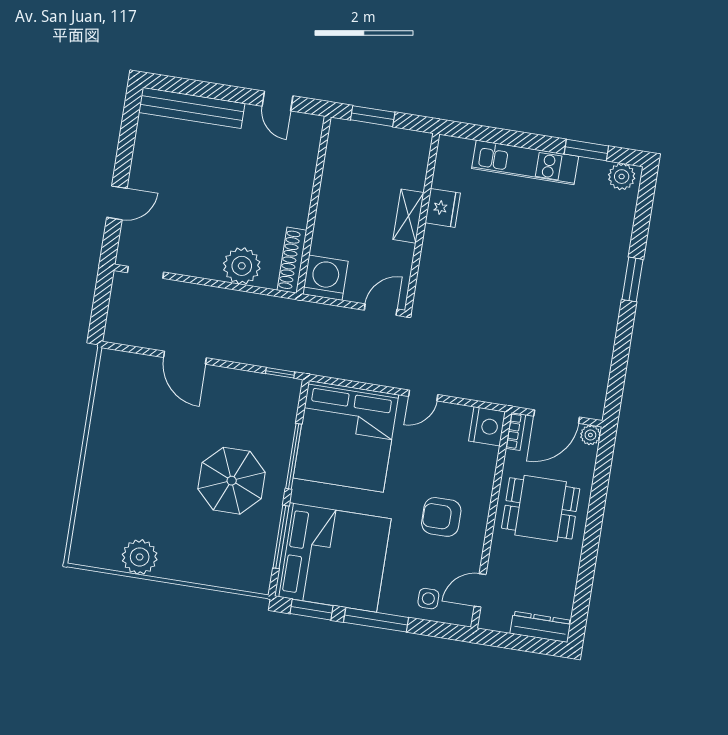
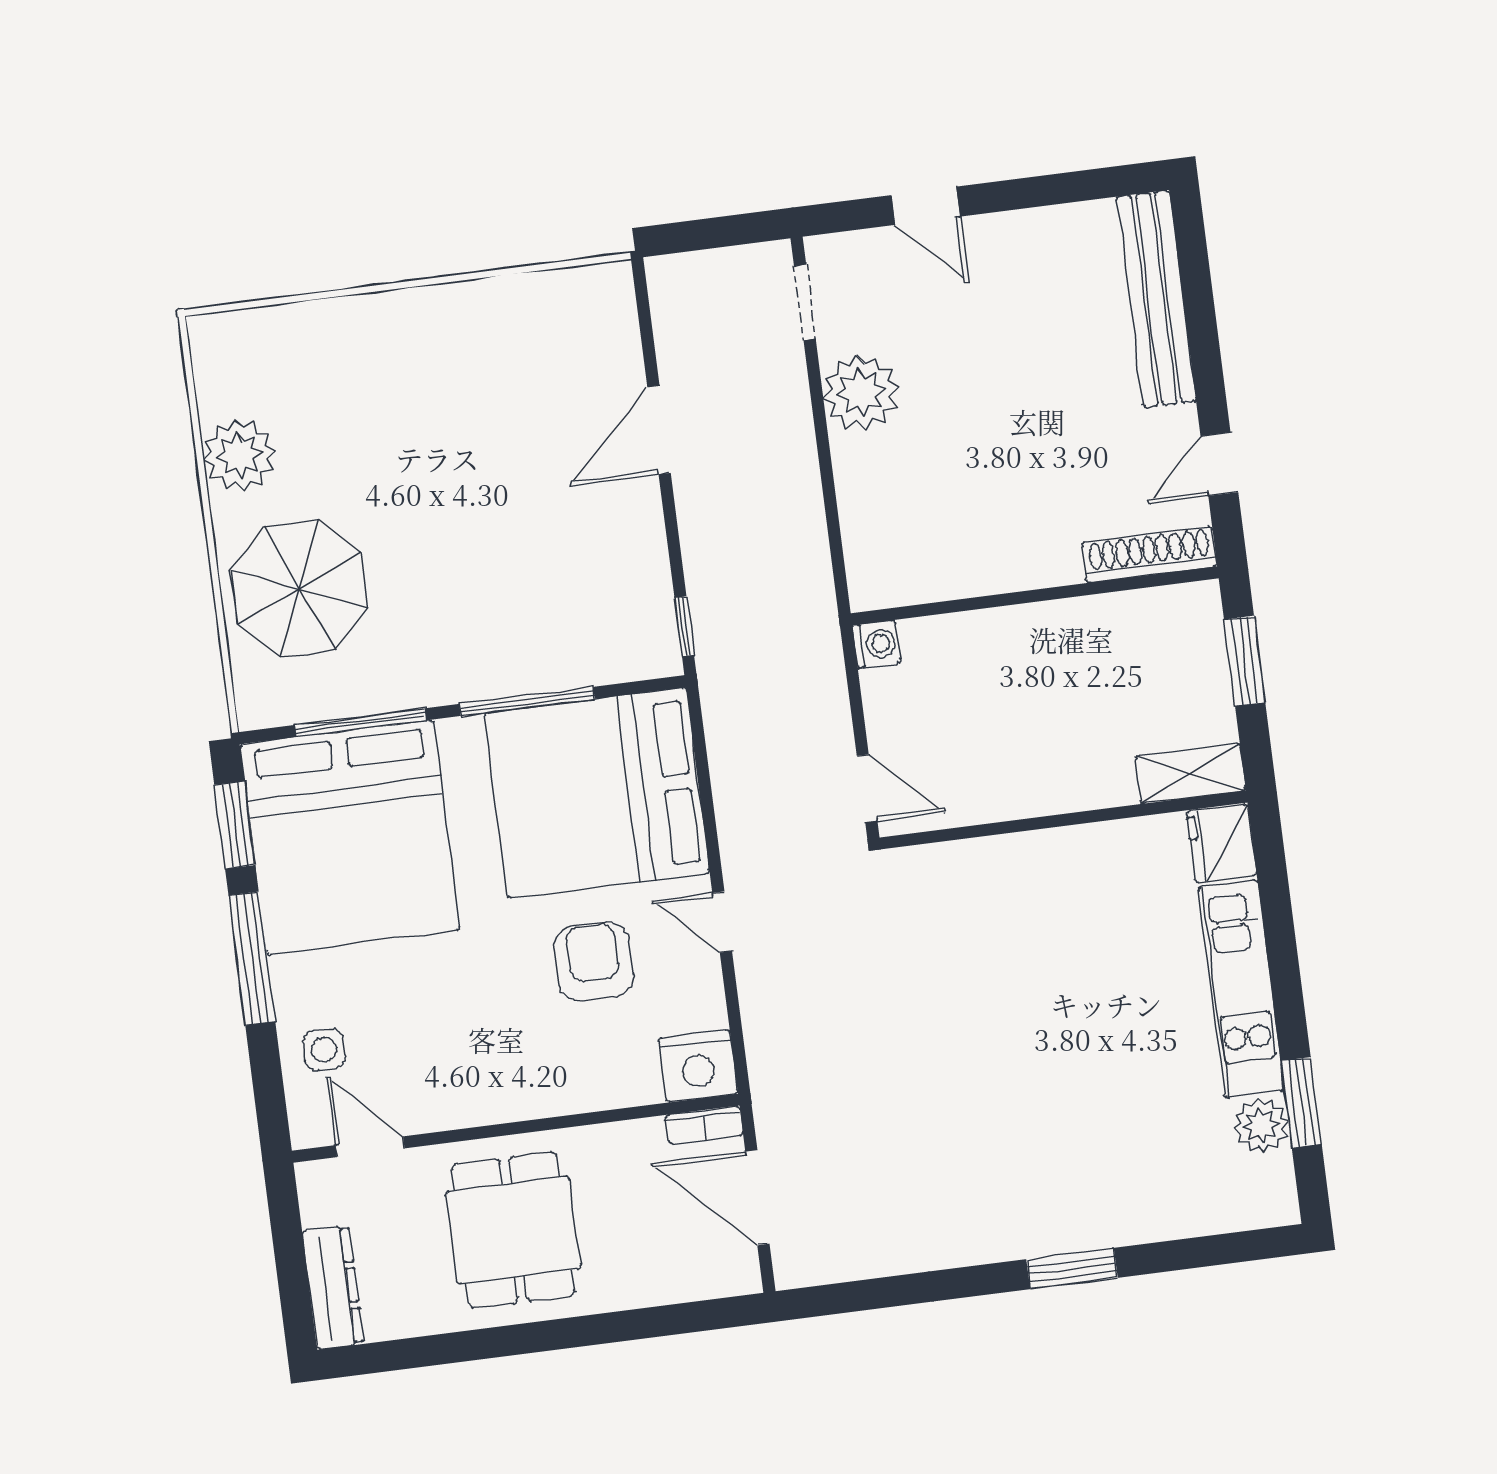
plant: (622, 177) -> (1261, 1125), moved
fridge: (443, 208) -> (1221, 843), moved, turned 90
shelving: (408, 216) -> (1190, 774), moved
shoe rack: (292, 260) -> (1149, 555), moved
plant: (242, 266) -> (861, 393), moved
washing machine: (325, 278) -> (877, 644), width x0.53, depth x0.53
plant: (590, 435) -> (741, 1275), removed
parasol: (232, 481) -> (299, 589), moved
dining table: (541, 508) -> (513, 1230), moved
armchair: (441, 517) -> (593, 962), moved

